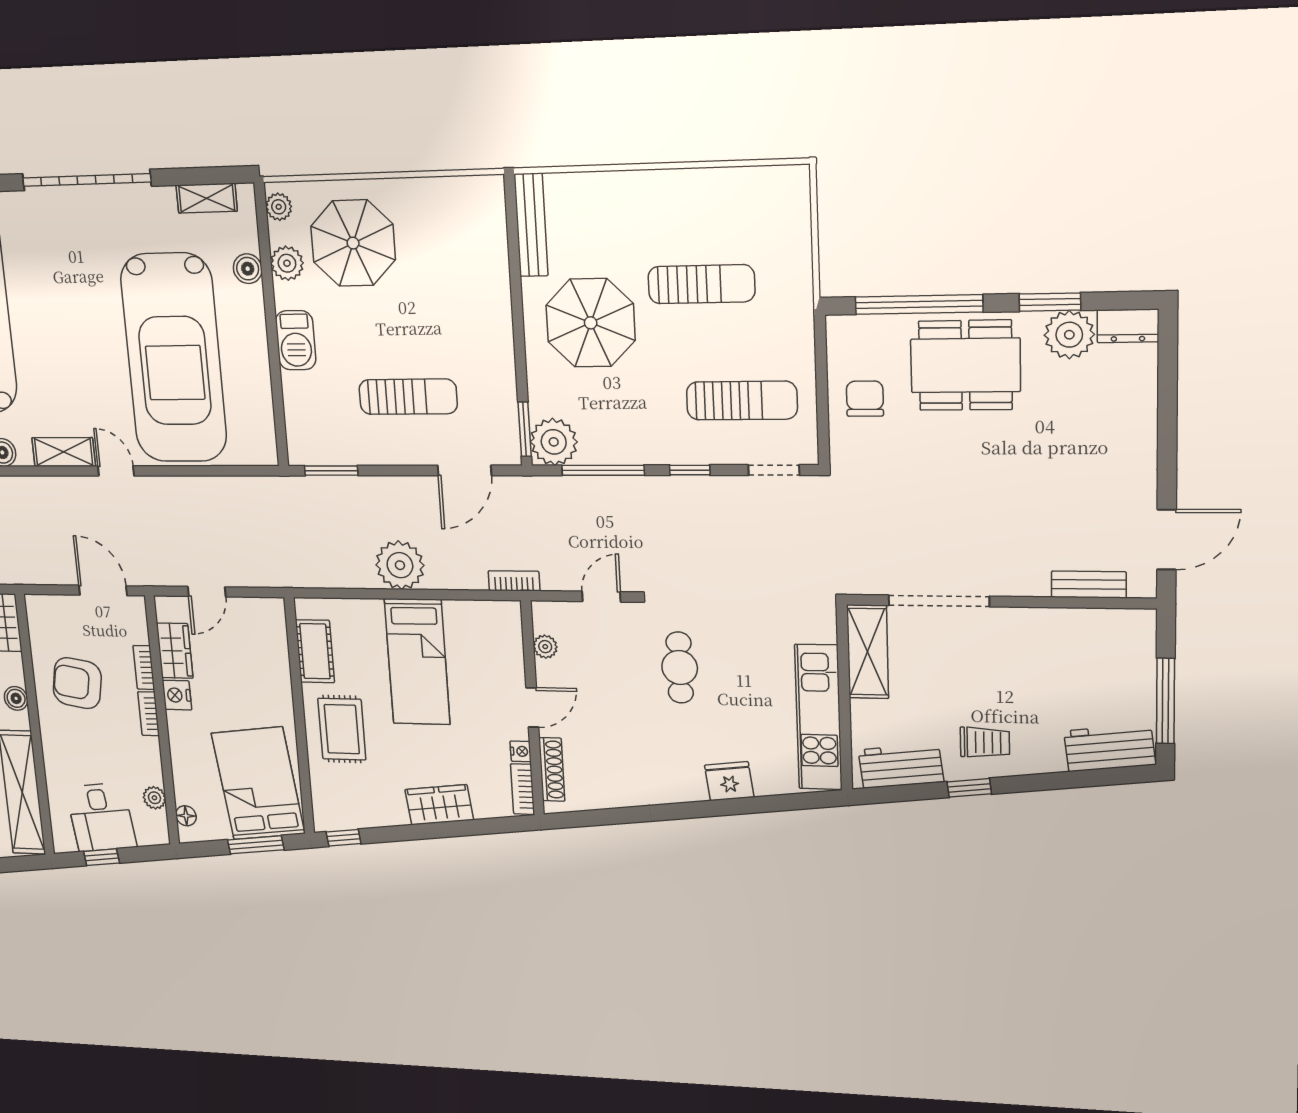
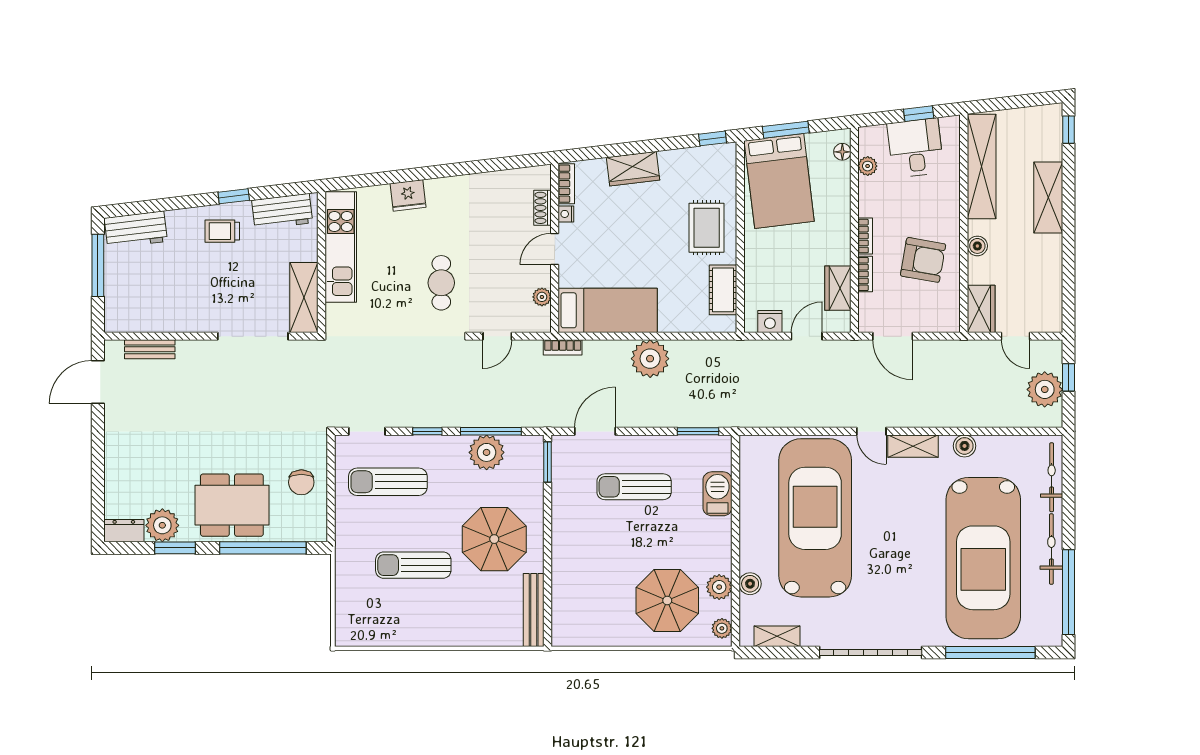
barbecue: (296, 340) -> (717, 494), moved
plant: (554, 442) -> (487, 452), moved
bed: (417, 662) -> (608, 310), moved, turned 90
nightstand: (177, 695) -> (770, 321), moved, turned 90
shoe rack: (552, 769) -> (542, 208), width x0.70

